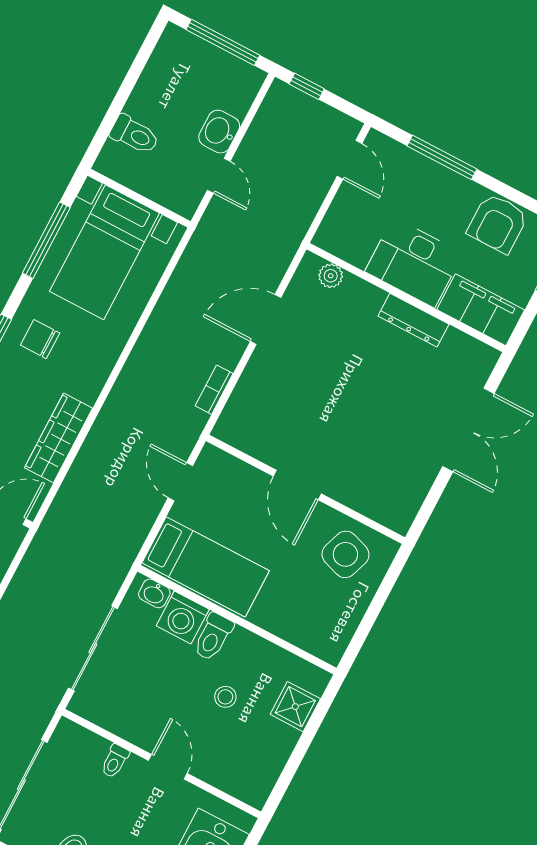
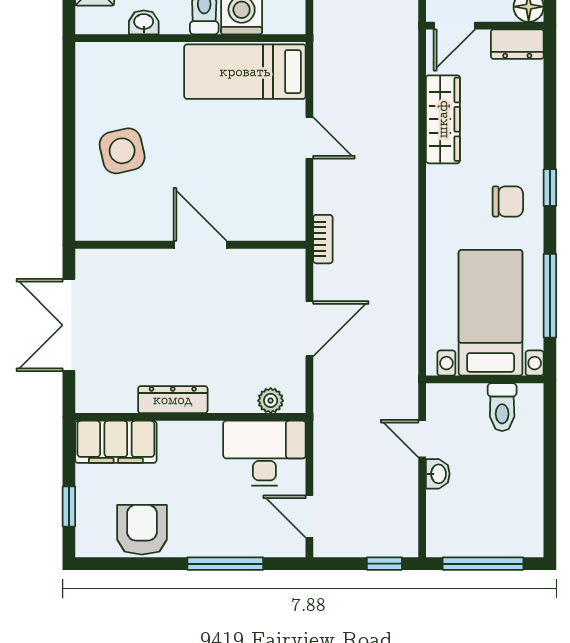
washbasin: (219, 132) -> (438, 474), width x0.72, depth x0.69
toilet: (134, 135) -> (502, 407), moved, turned -90
desk: (414, 262) -> (264, 453), moved
door: (297, 485) -> (200, 245), moved
wall: (306, 489) -> (190, 245), moved
side table: (345, 554) -> (122, 151), turned -32
washbasin: (154, 593) -> (144, 22), moved

